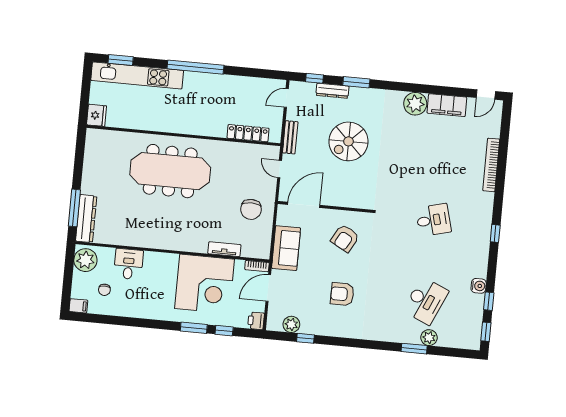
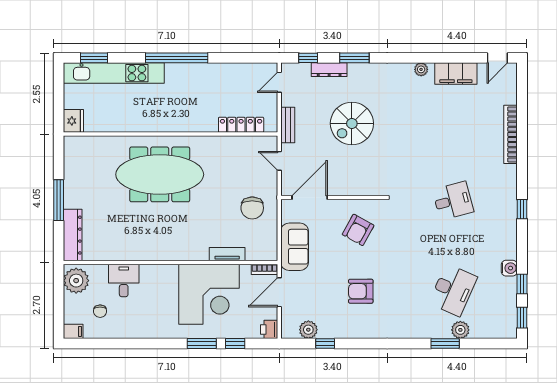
plant: (415, 104) -> (421, 69), width x0.53, depth x0.53
window: (74, 208) -> (59, 200), moved

